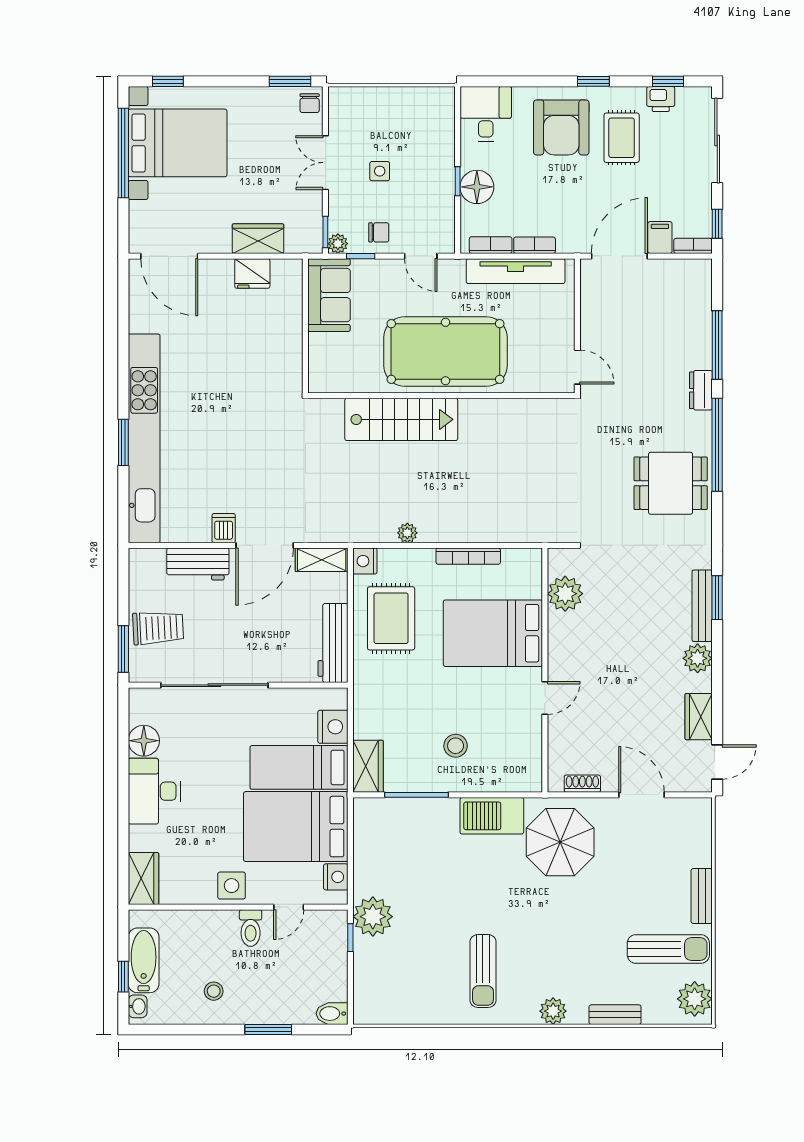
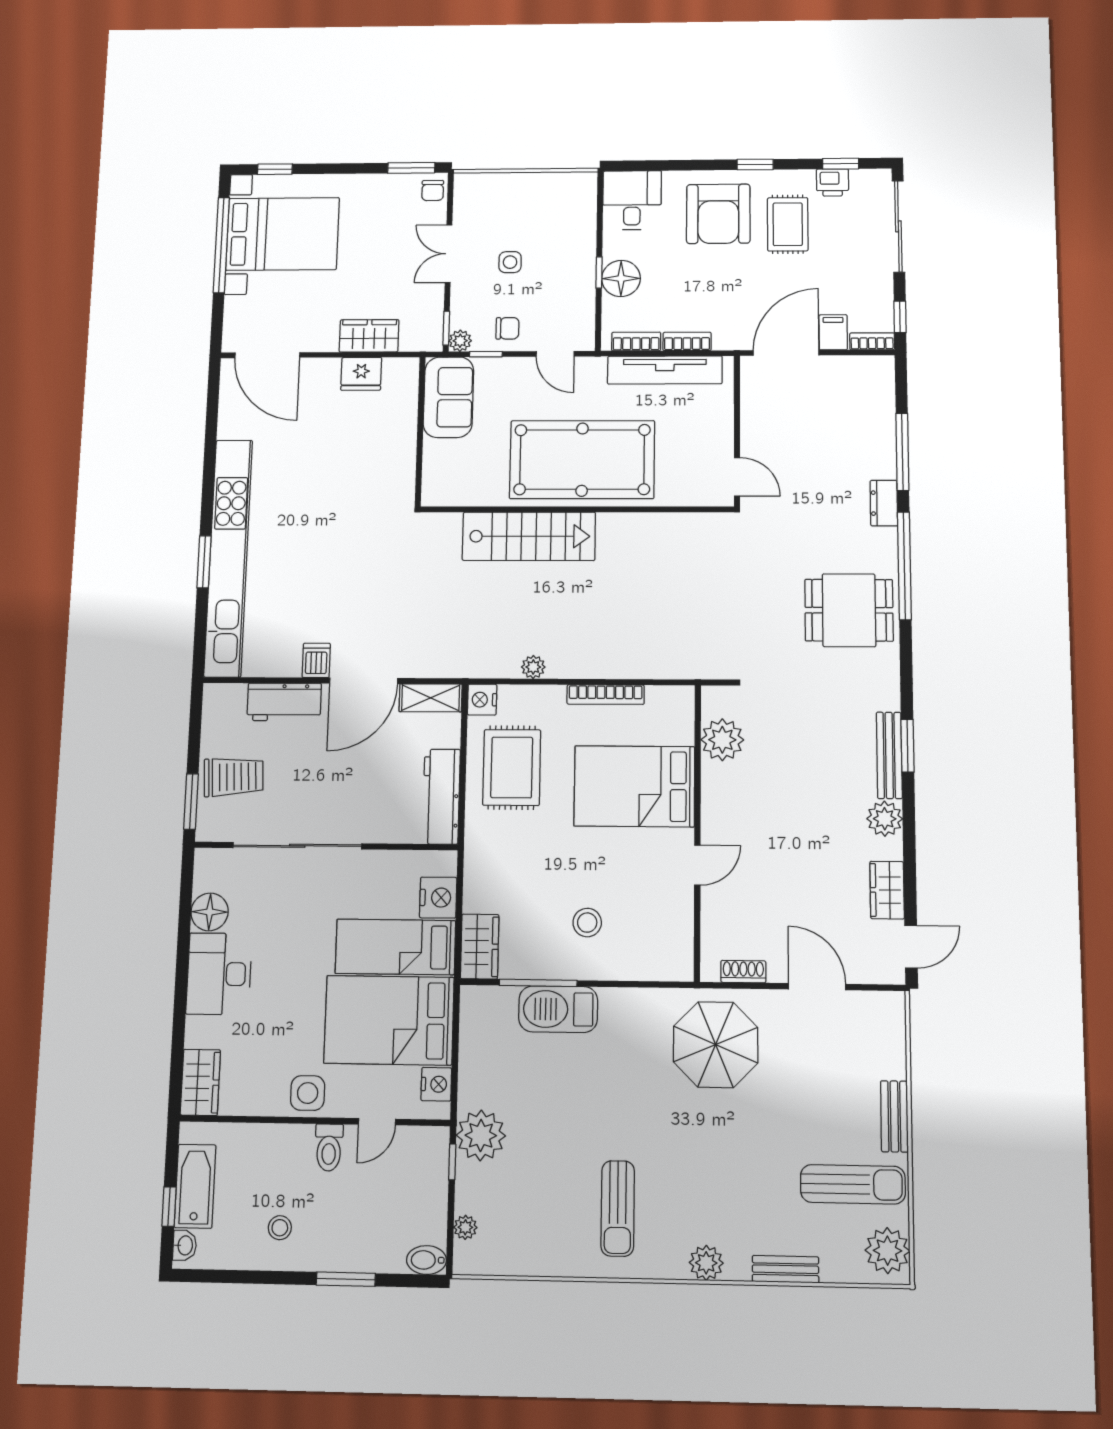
barbecue: (492, 816) -> (558, 1009), moved
plant: (362, 988) -> (465, 1227), added

